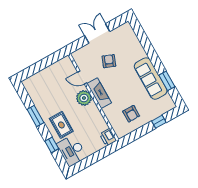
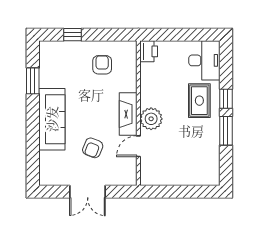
door: (82, 77) -> (138, 146), swing flipped
sofa: (151, 79) -> (52, 119), moved
window: (52, 145) -> (226, 99), moved

